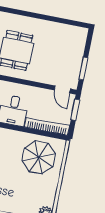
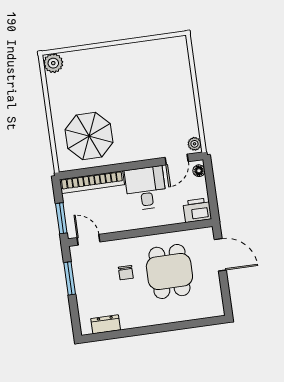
dresser: (70, 30) -> (106, 324), added
chair: (45, 60) -> (126, 273), added

